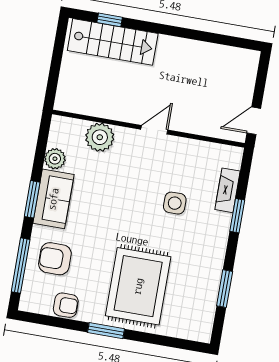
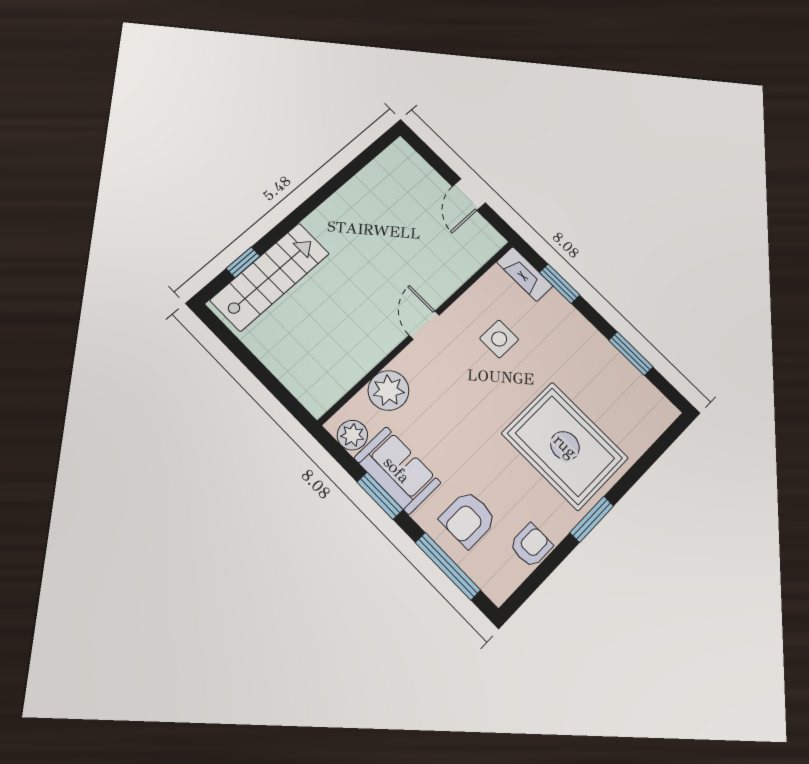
wall: (148, 129) -> (418, 331), moved
door: (154, 130) -> (424, 325), moved
plant: (100, 137) -> (388, 390), moved

